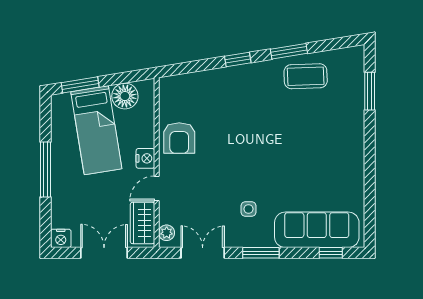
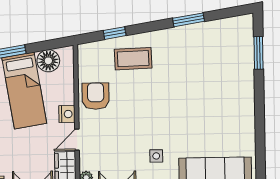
window: (238, 60) -> (115, 33), moved
coffee table: (306, 76) -> (133, 59), moved
armchair: (179, 138) -> (96, 96), turned 180

